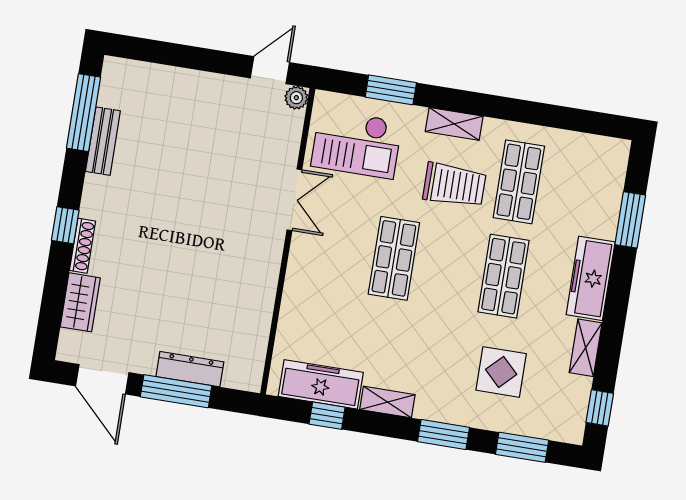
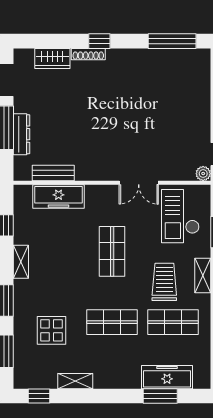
bench: (103, 141) -> (53, 173), moved
trolley: (454, 185) -> (164, 282), turned 180
shop shelf: (394, 258) -> (112, 251), turned 90
freezer: (591, 278) -> (167, 377), moved
freezer: (321, 384) -> (59, 196), moved, turned 90

